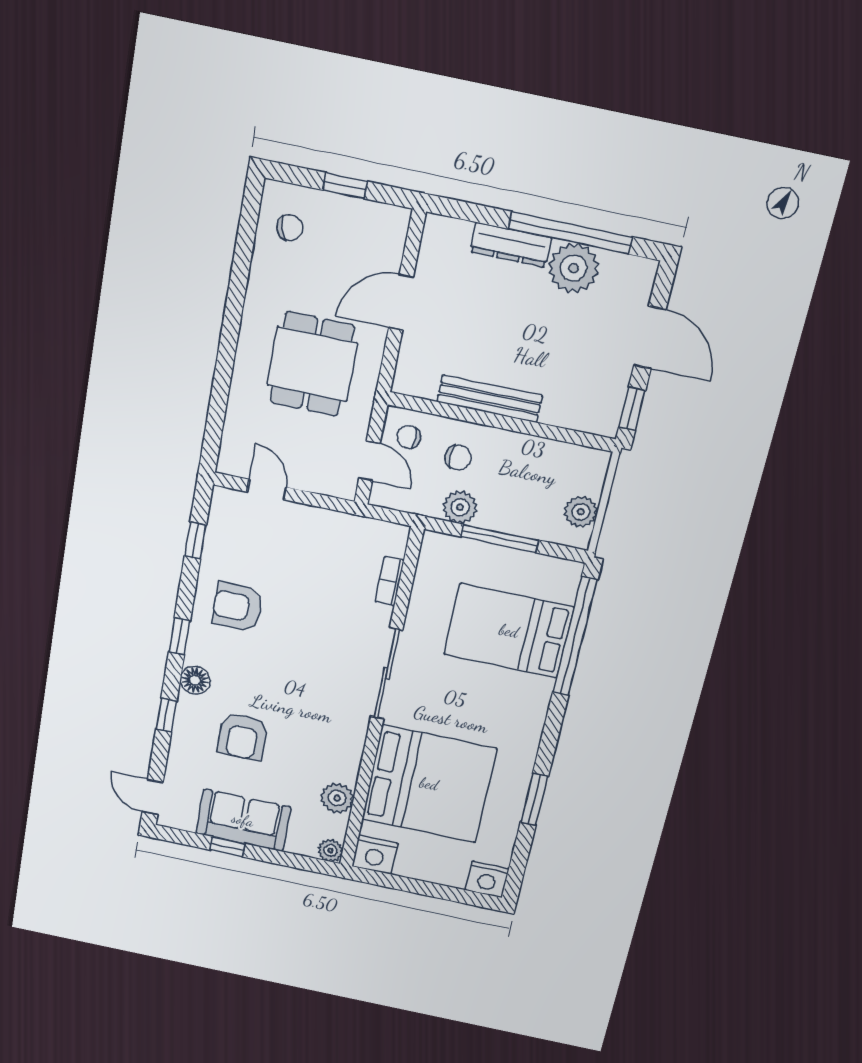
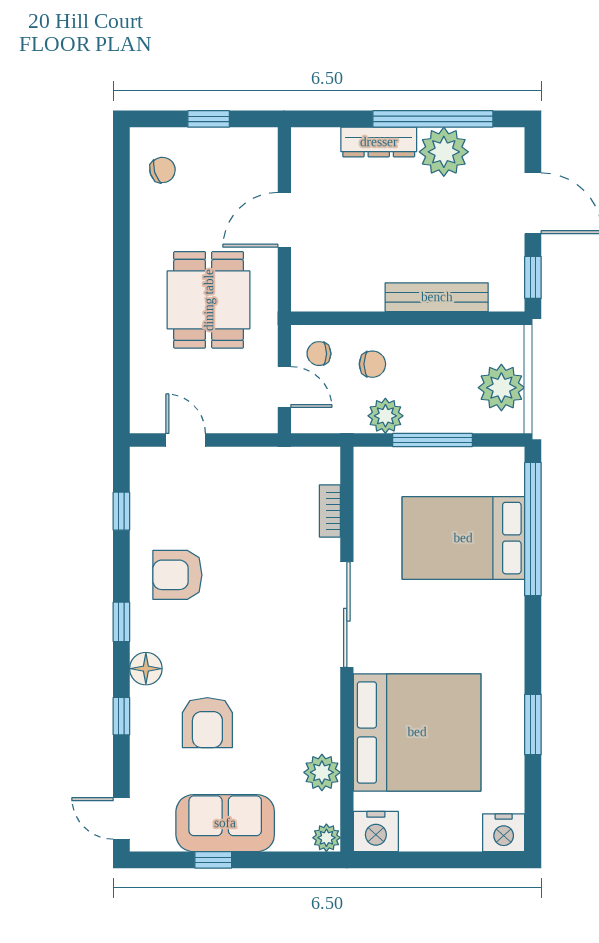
bench: (490, 399) -> (437, 297), moved
plant: (581, 512) -> (501, 388), width x1.36, depth x1.36

